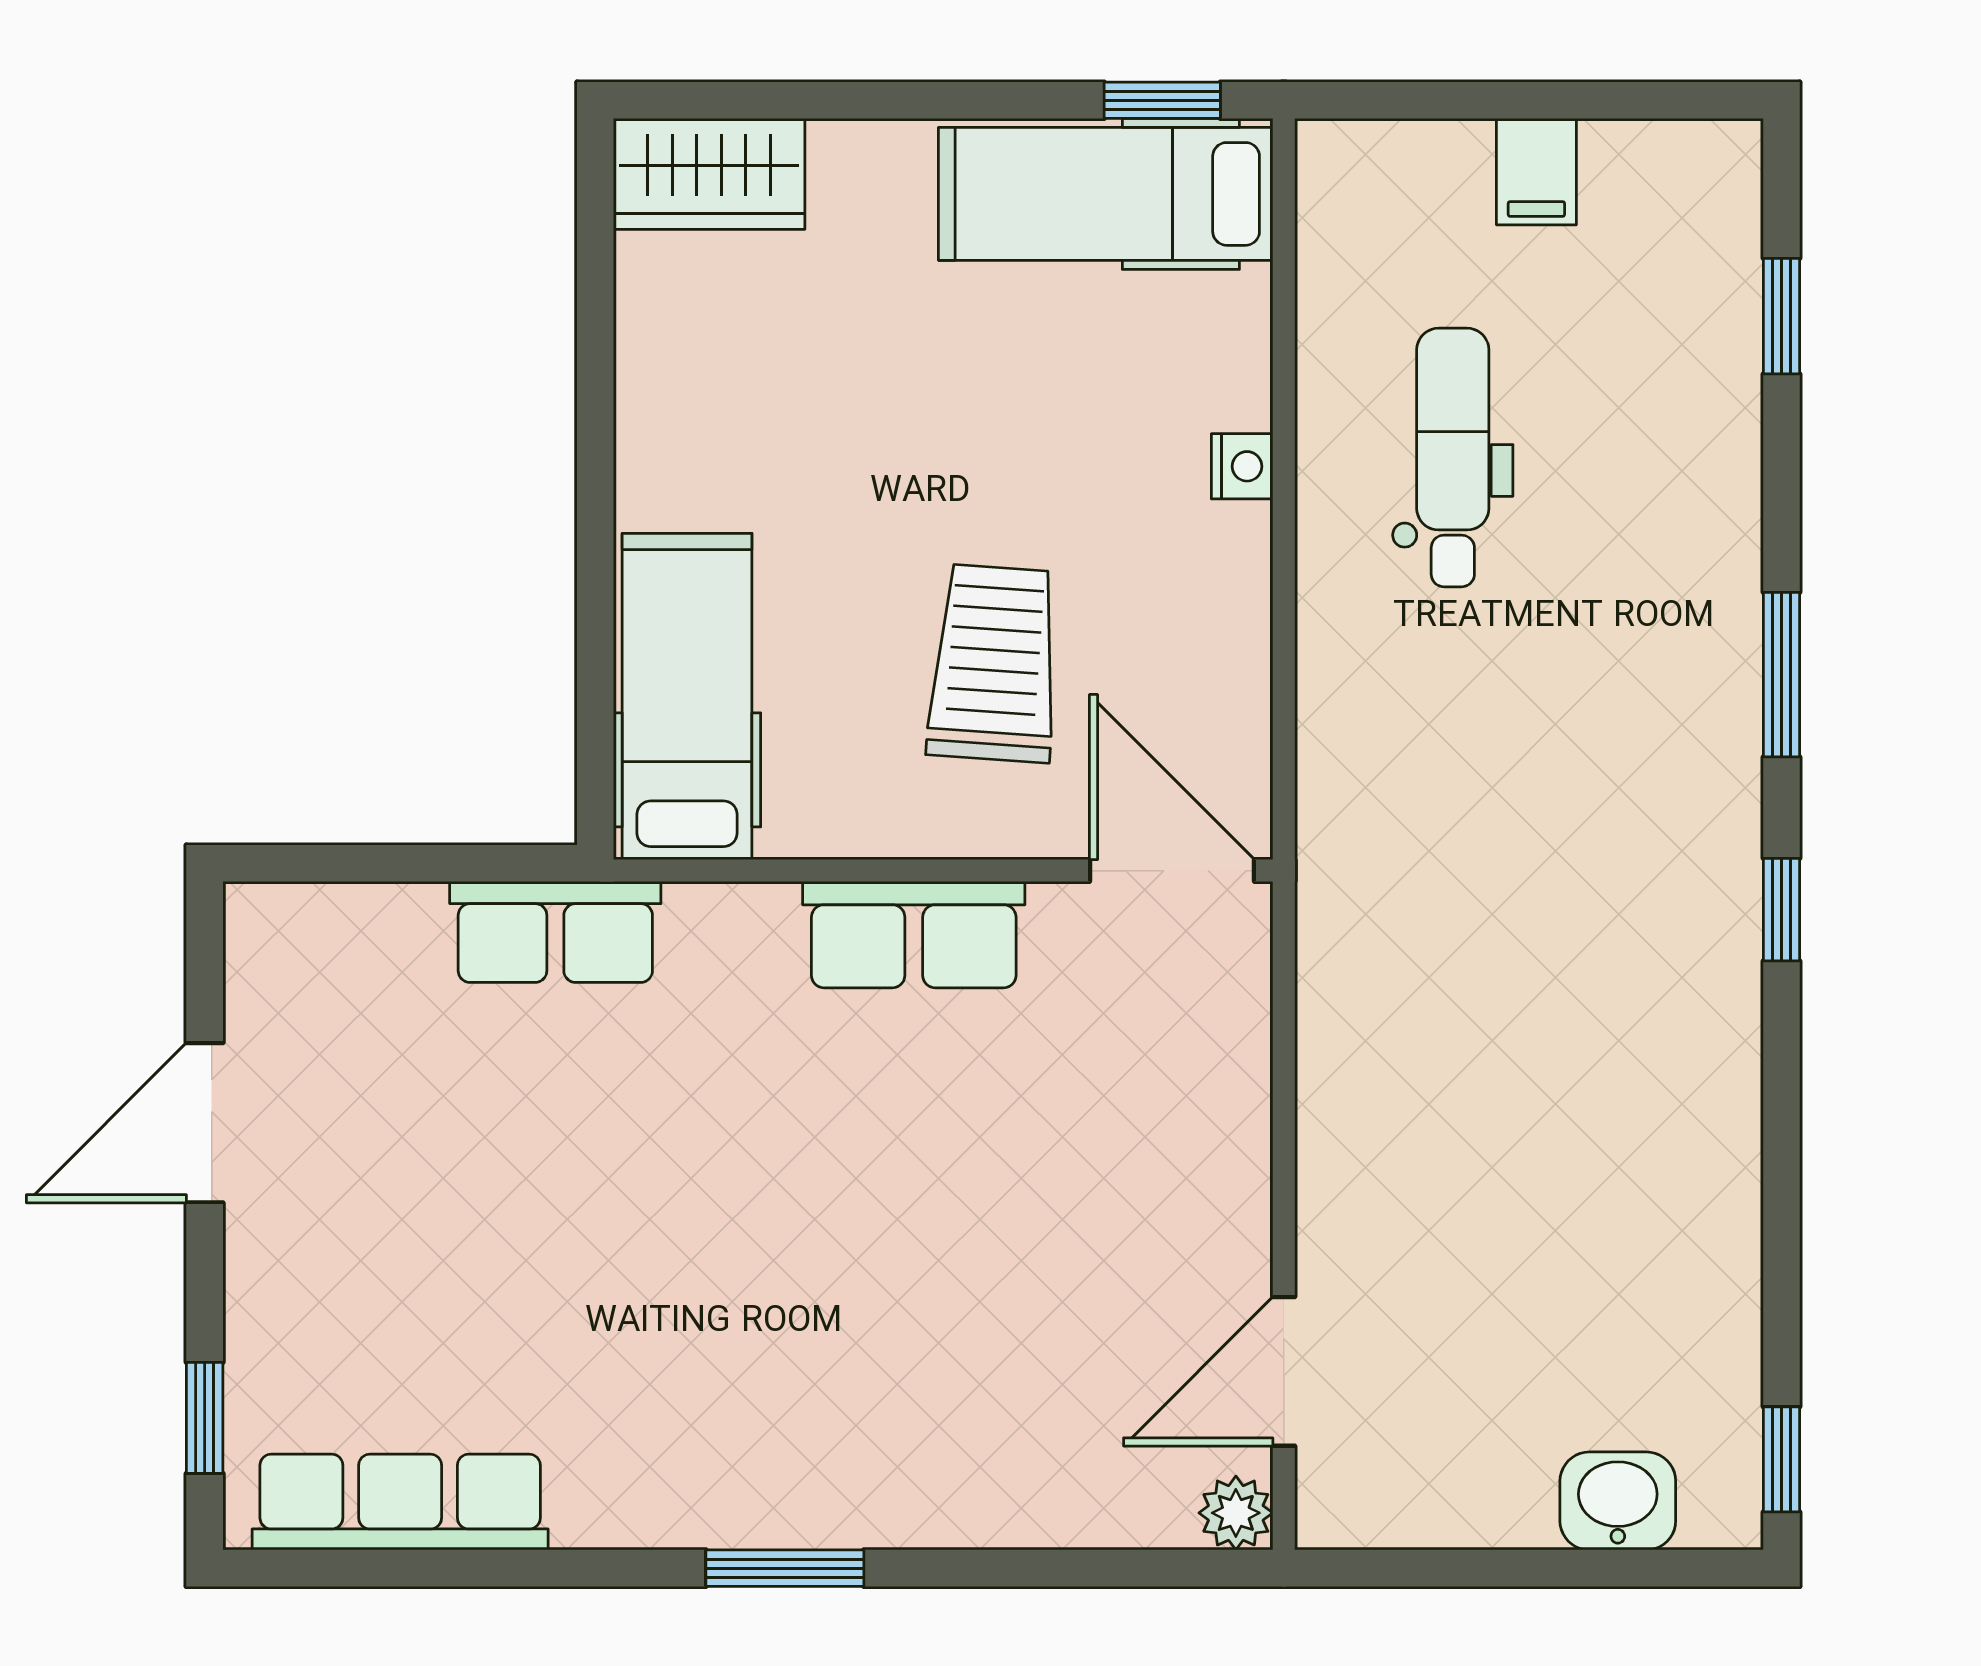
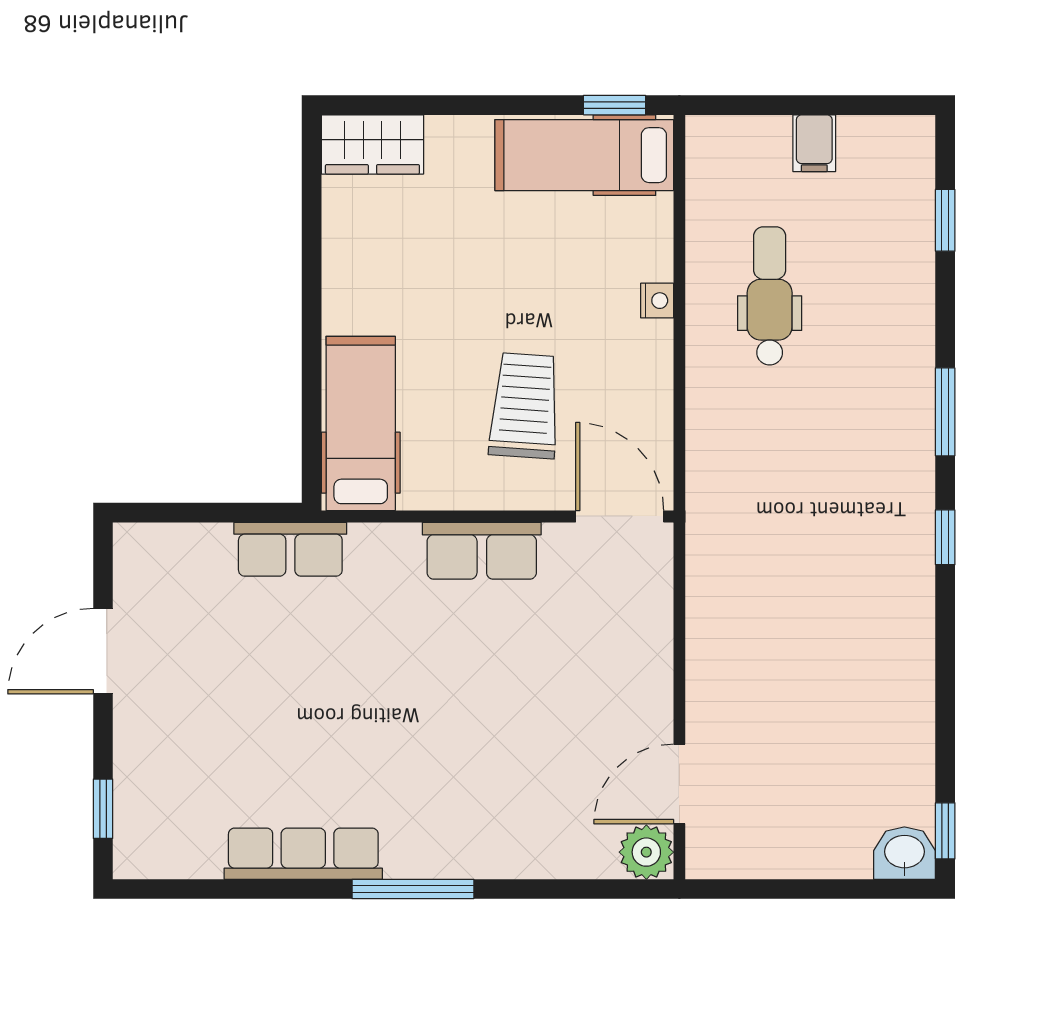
washbasin: (1618, 1501) -> (904, 853), moved
row of seats: (400, 1502) -> (303, 854), moved
plant: (1236, 1513) -> (646, 852), width x1.38, depth x1.38
window: (785, 1568) -> (413, 889), width x1.44

